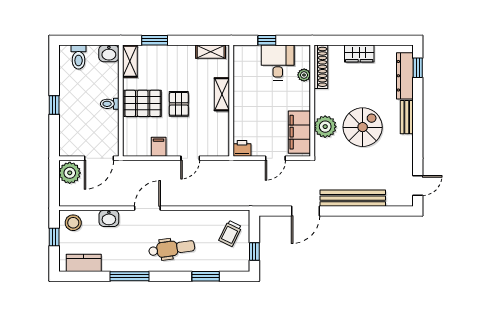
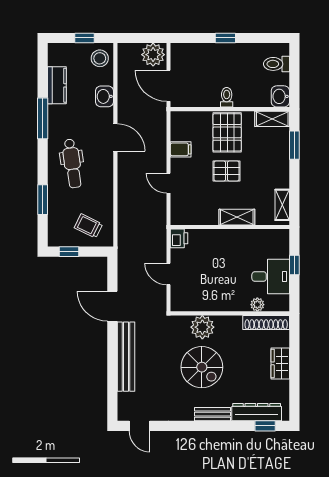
filing cabinet: (299, 132) -> (196, 300), removed
kitchen counter: (84, 263) -> (57, 85), moved

